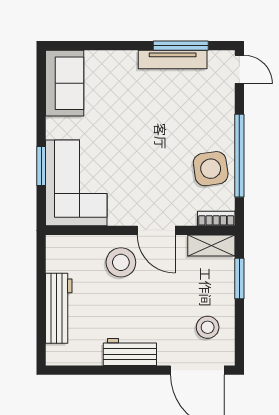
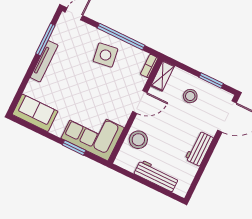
tv unit: (173, 59) -> (44, 61), moved
side table: (211, 169) -> (105, 55), moved
stool: (121, 262) -> (138, 140), moved
window: (239, 278) -> (211, 80), moved
stool: (208, 327) -> (190, 96), moved

